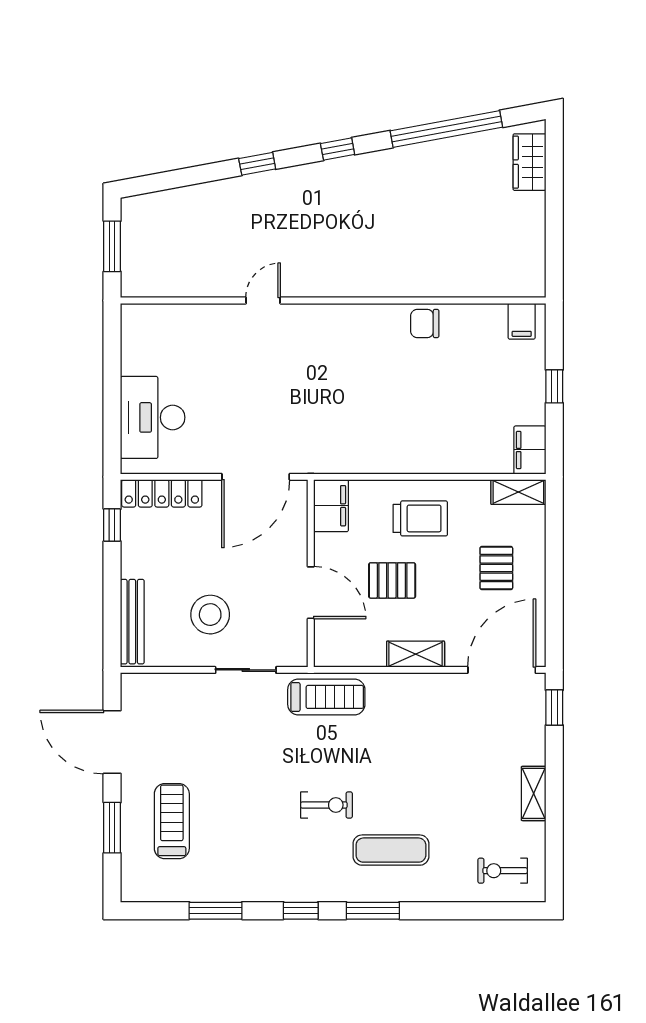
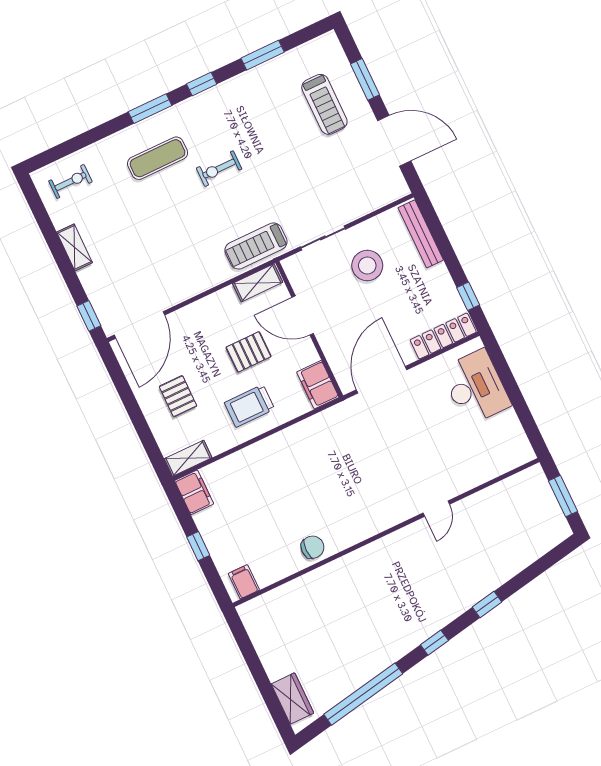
shelving: (416, 654) -> (258, 283), moved

